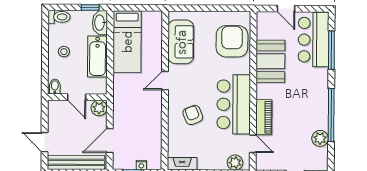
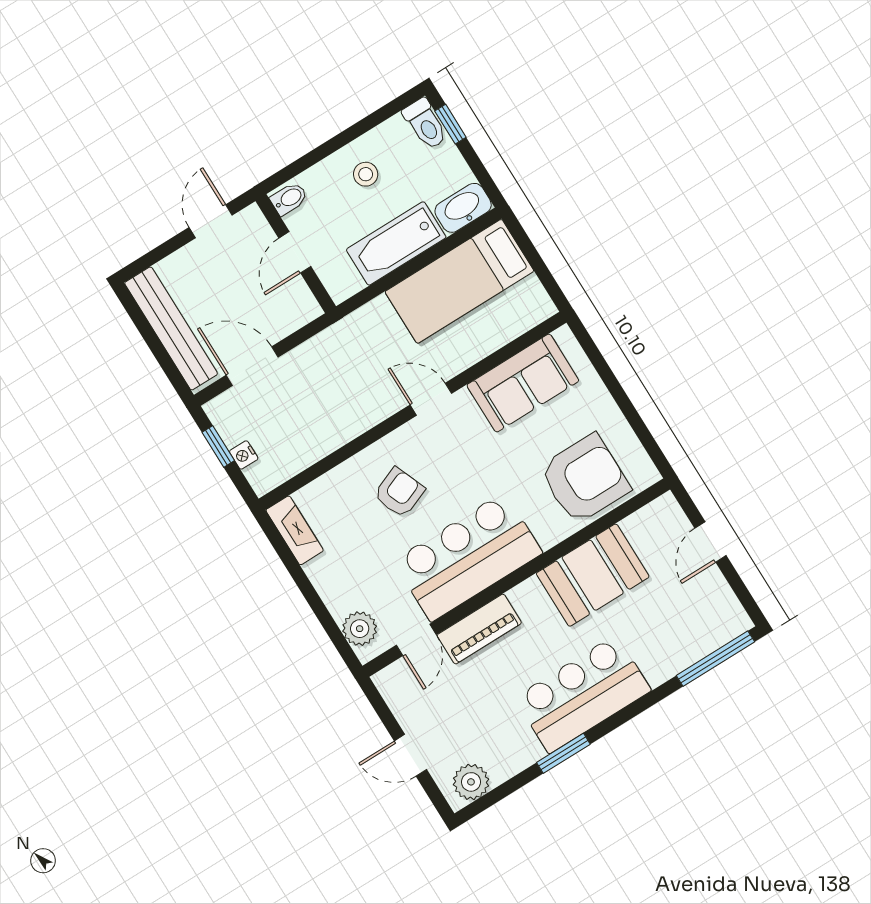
window: (90, 8) -> (450, 124), moved
bar counter: (314, 40) -> (583, 694), moved
window: (331, 50) -> (715, 659), moved
plant: (99, 108) -> (301, 308), removed
window: (331, 115) -> (563, 753), width x0.47
plant: (320, 138) -> (471, 782), moved
door: (45, 142) -> (211, 221), moved

